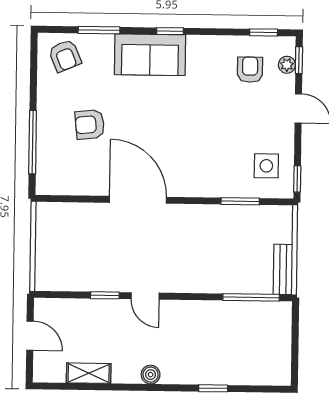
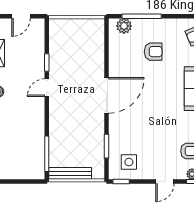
armchair: (90, 124) -> (153, 52), turned 96
plant: (48, 171) -> (124, 26), added
door: (138, 200) -> (107, 95), moved
bench: (283, 269) -> (70, 173), width x1.36

